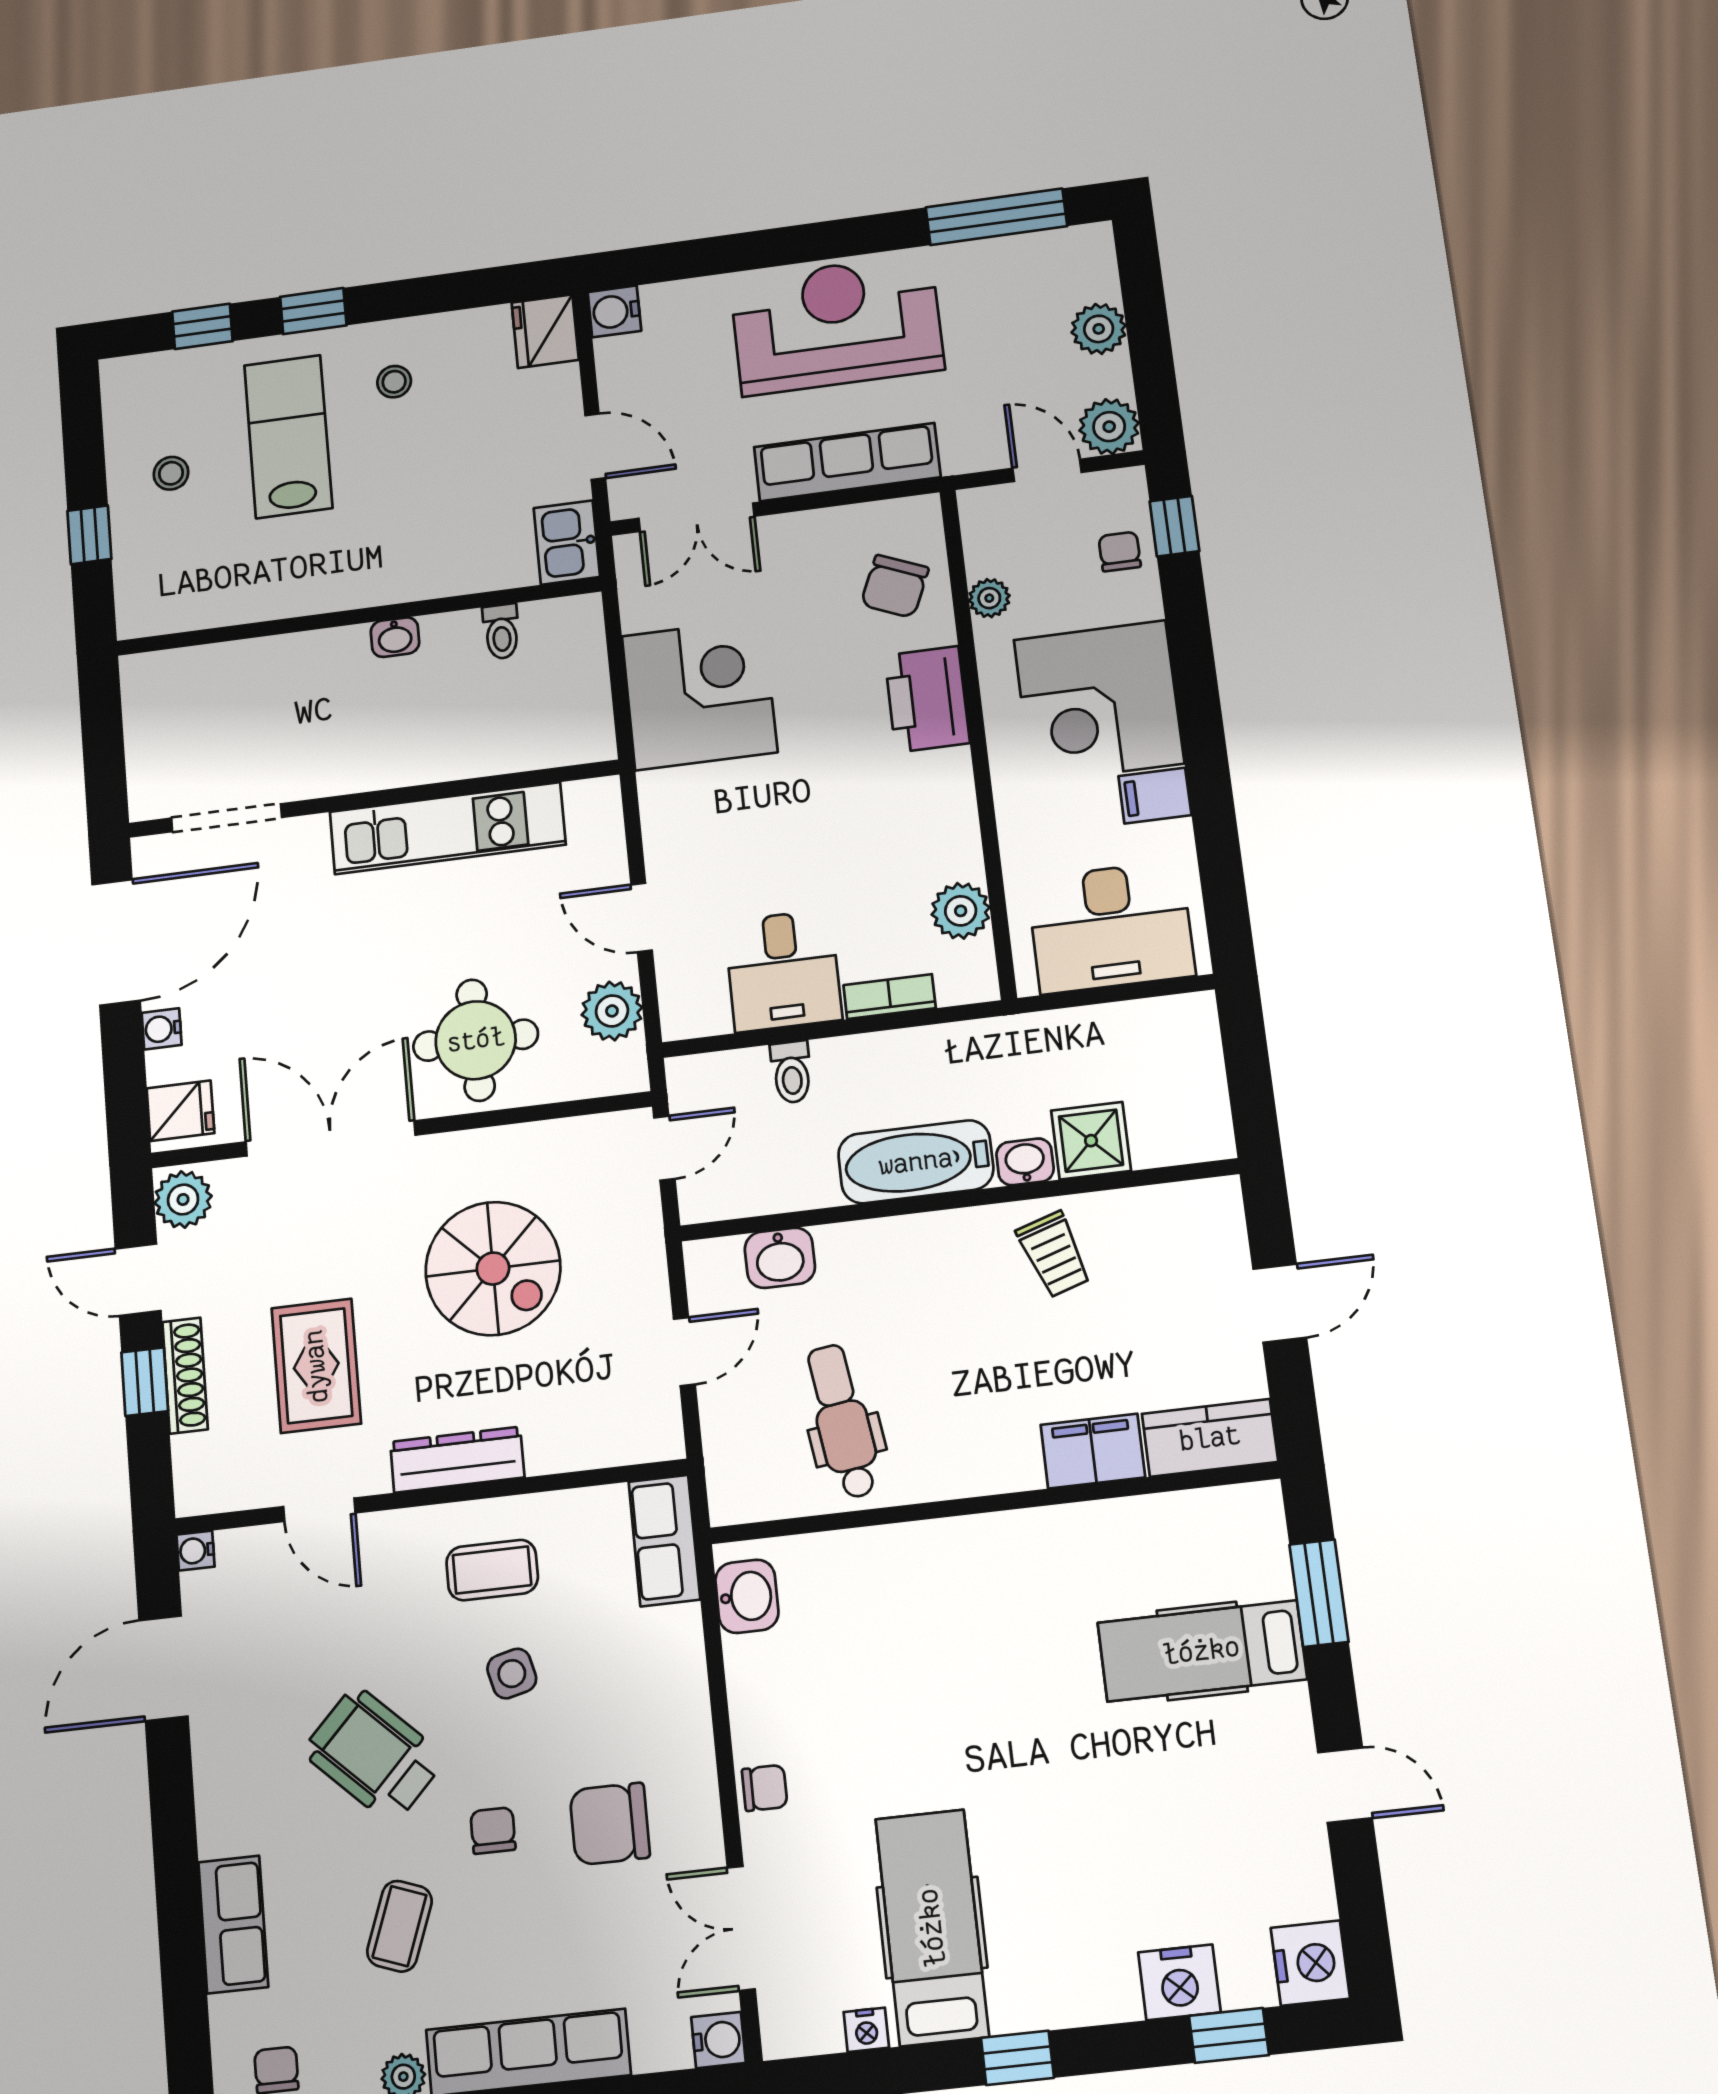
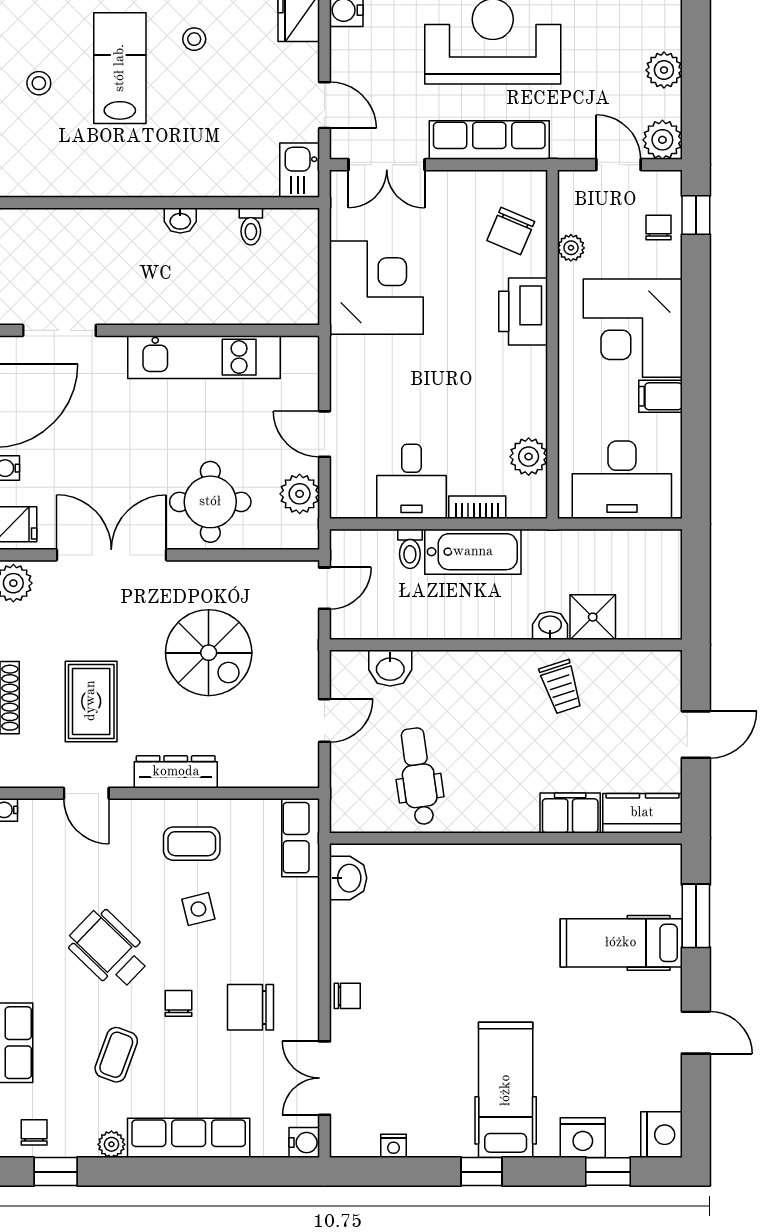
bathtub: (916, 1162) -> (473, 552), moved, turned 180
hospital bed: (932, 1927) -> (506, 1090), moved

